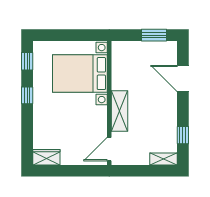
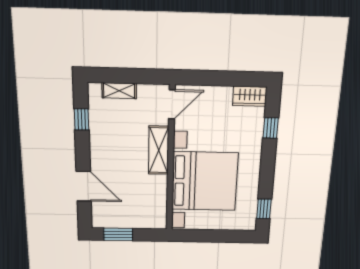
bed with nightstands: (80, 74) -> (205, 181), width x1.36
window: (27, 95) -> (271, 128), moved
shelving: (164, 159) -> (119, 91), moved

